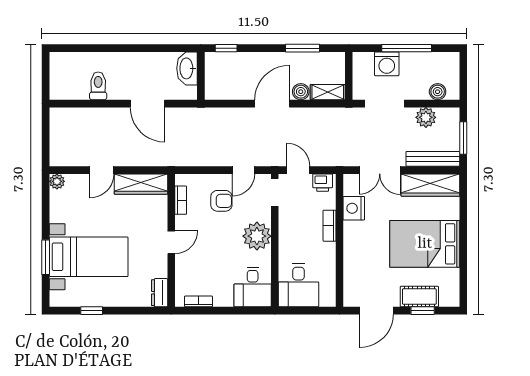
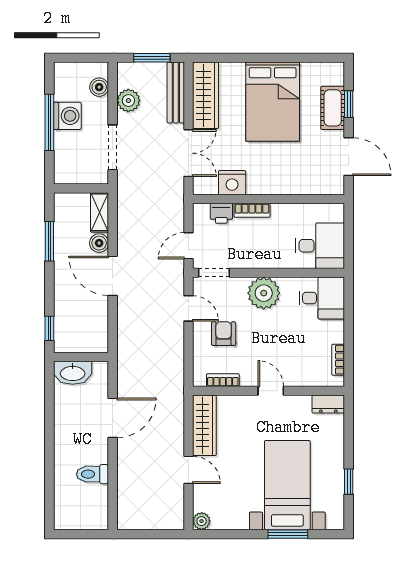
washing machine: (387, 64) -> (67, 116), moved
printer: (323, 183) -> (221, 213), moved, turned 90

